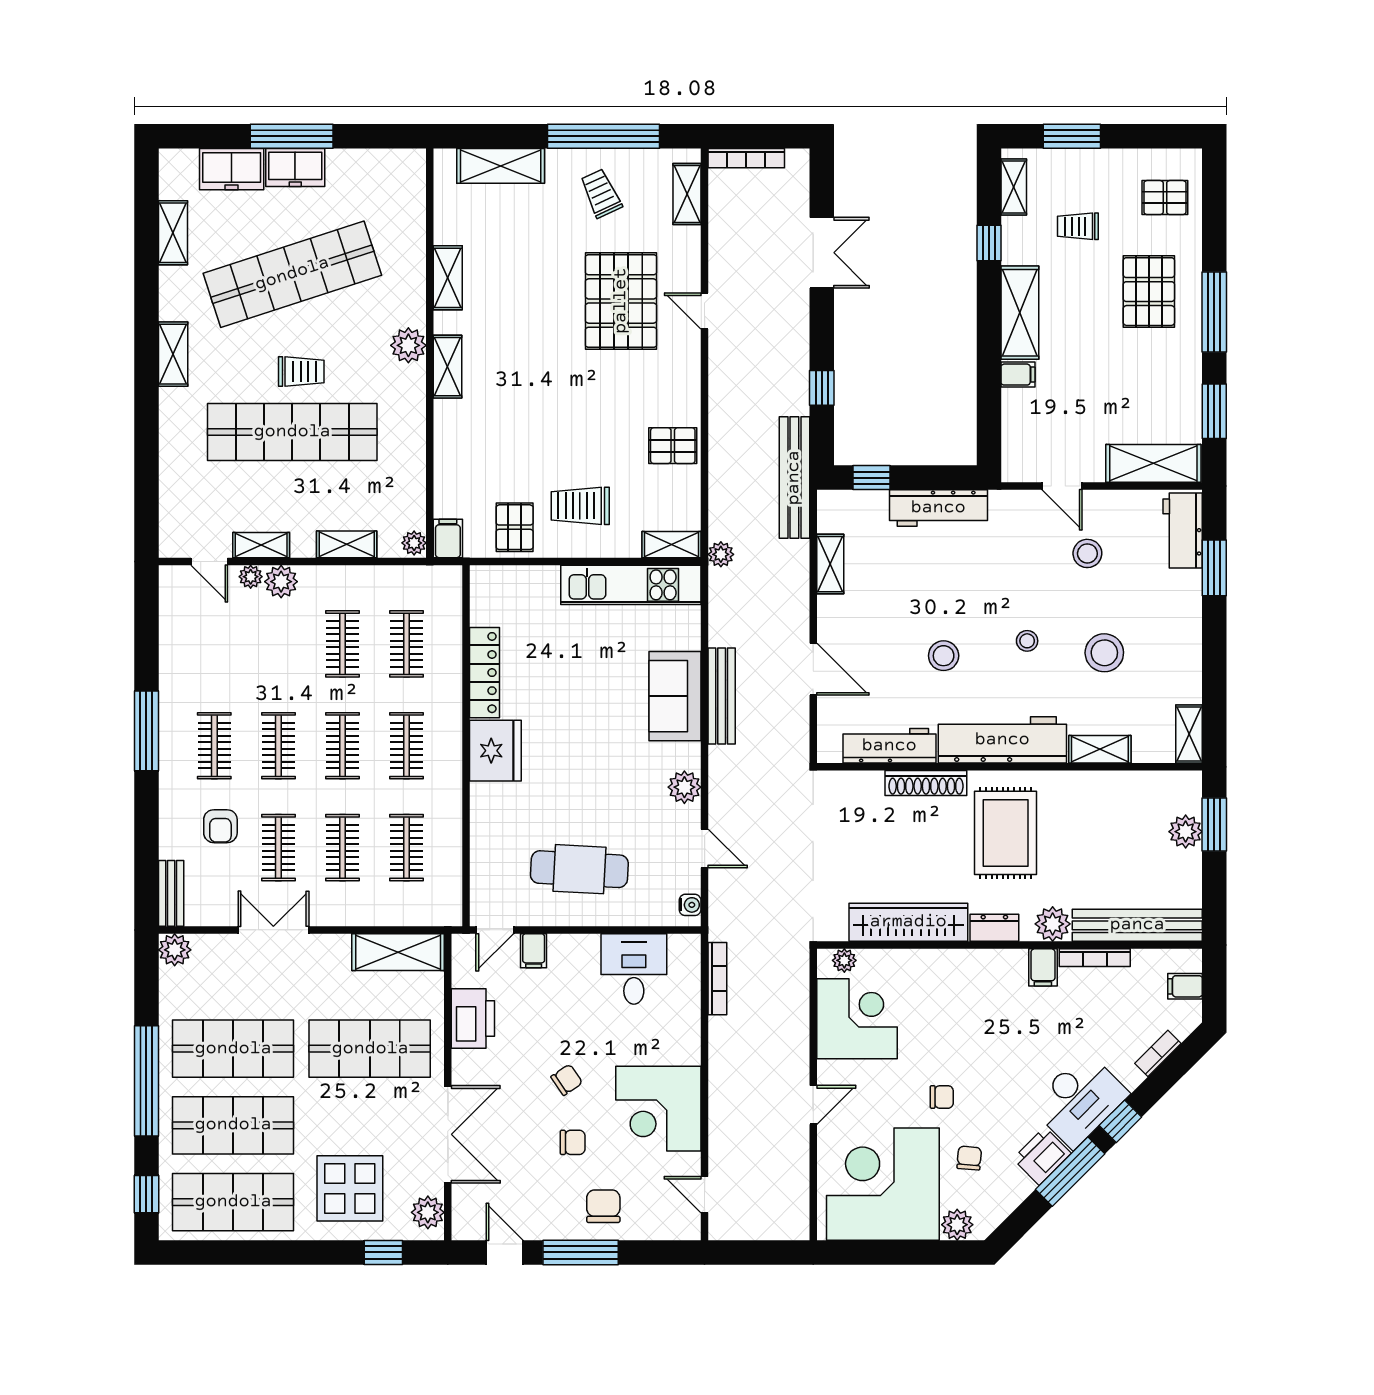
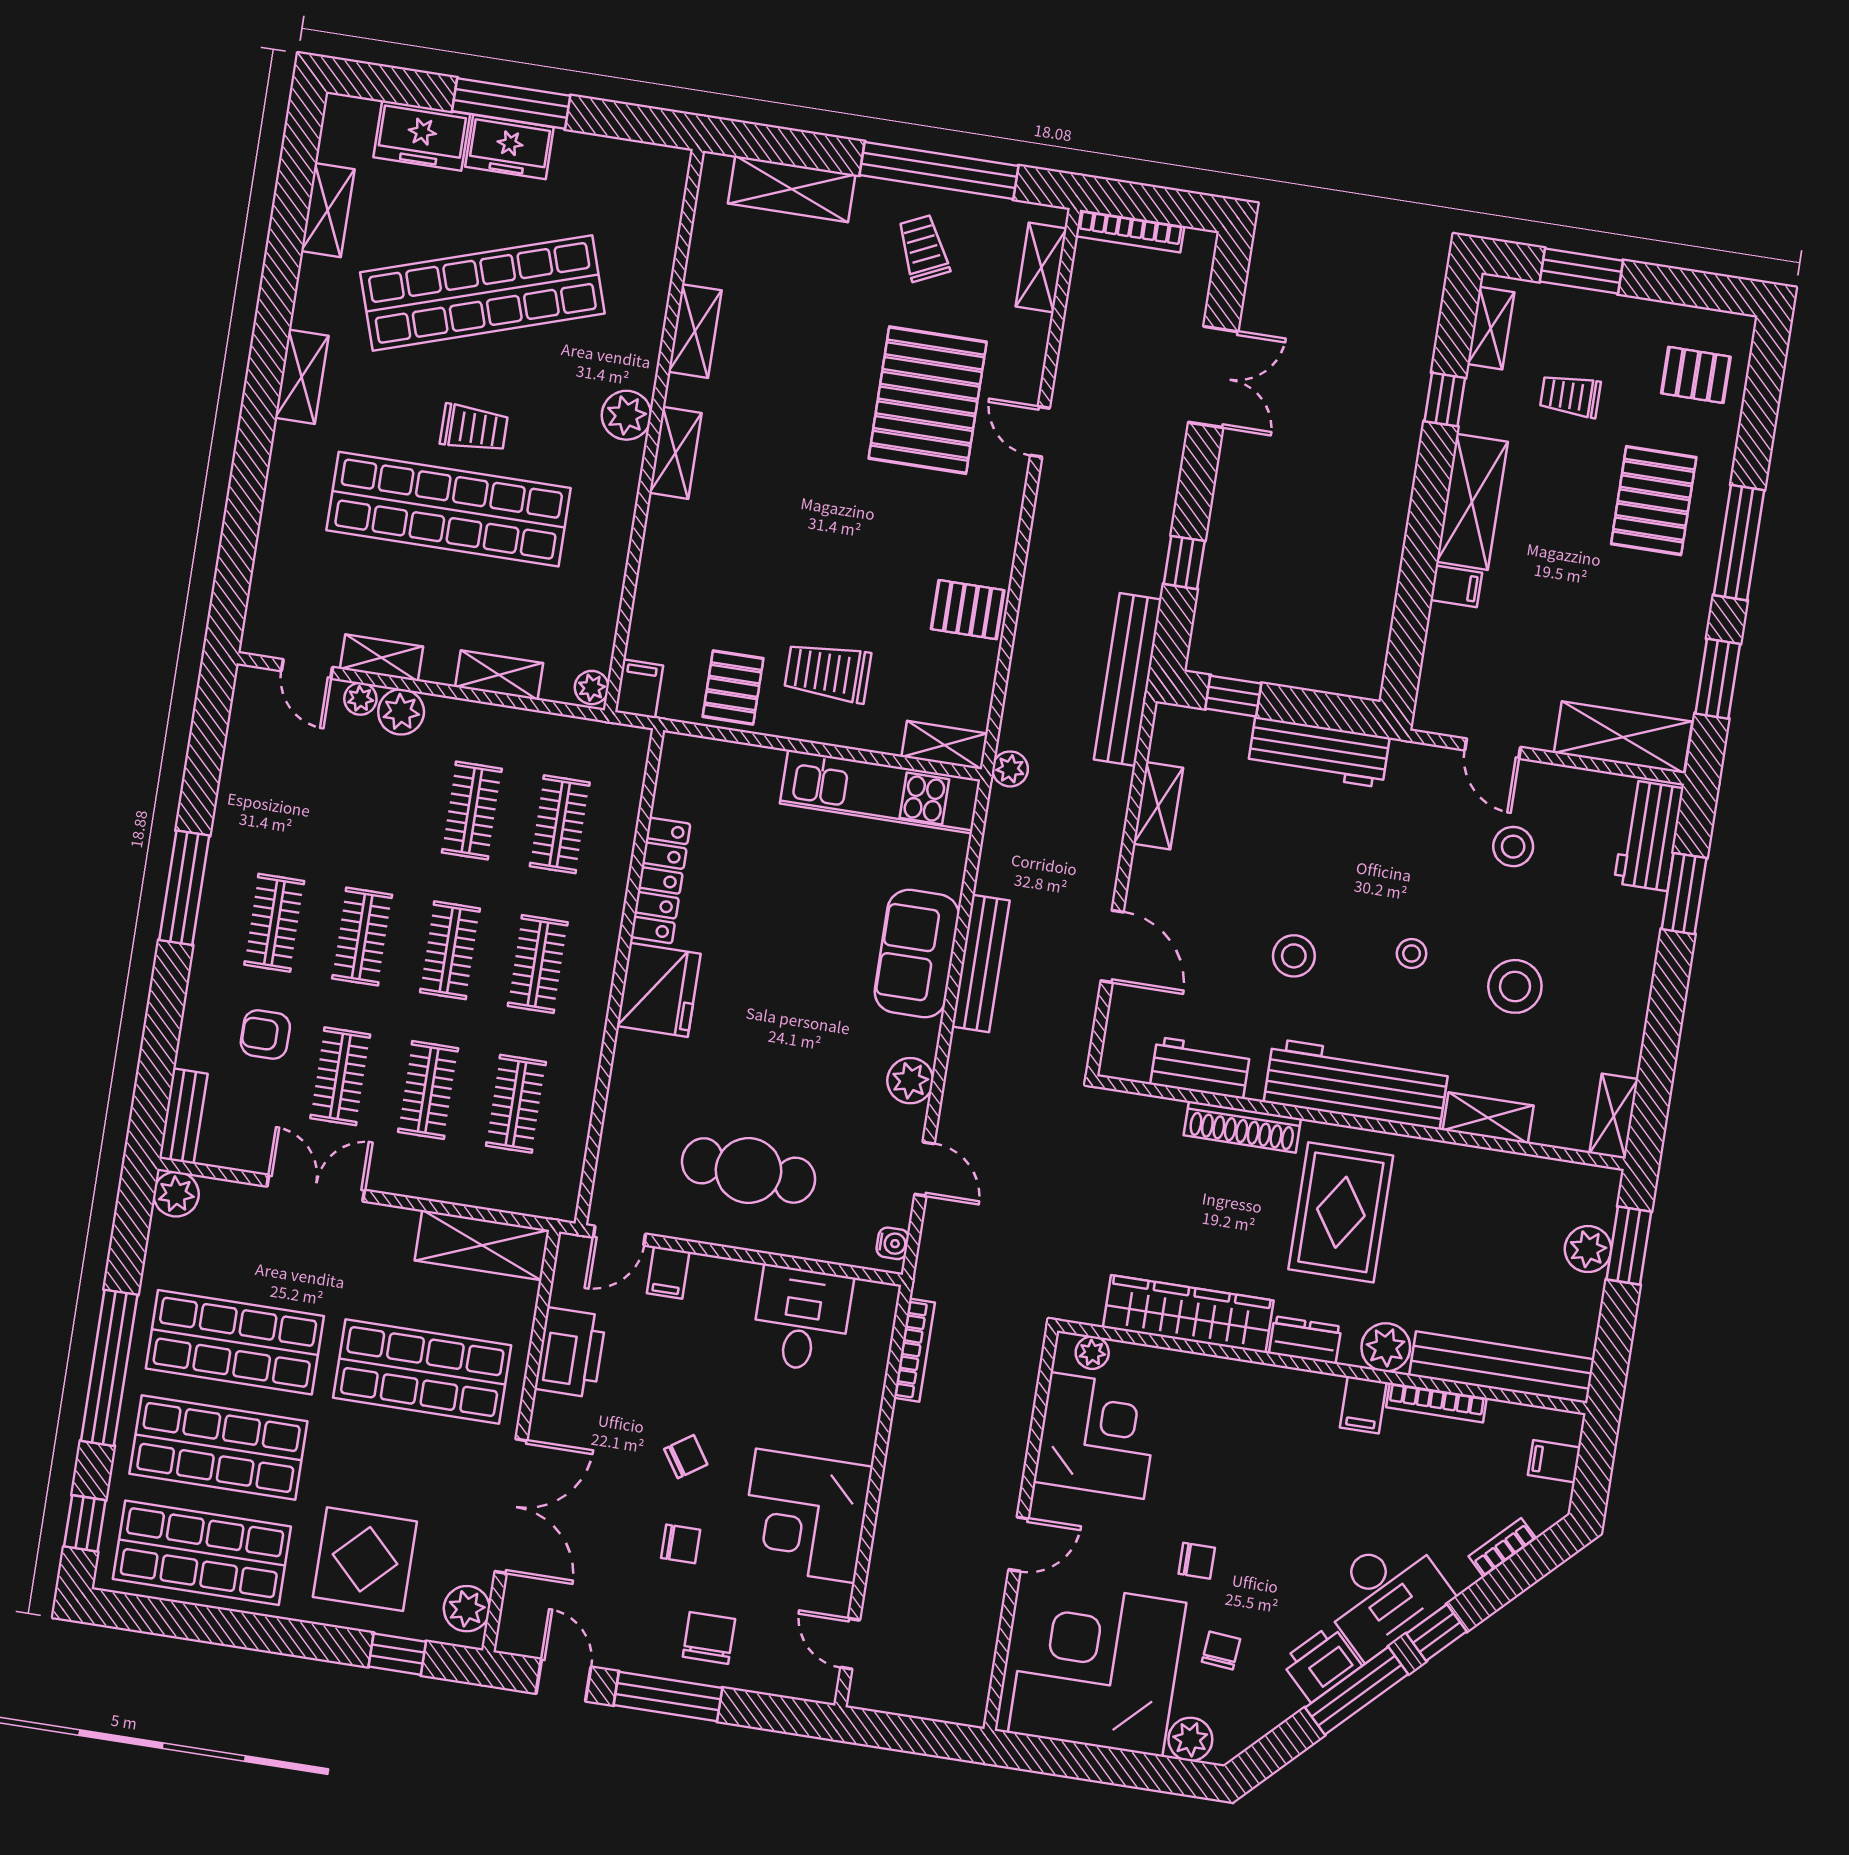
workbench: (889, 746) -> (1200, 1068), width x0.73
armchair: (220, 826) -> (265, 1034), turned 90

